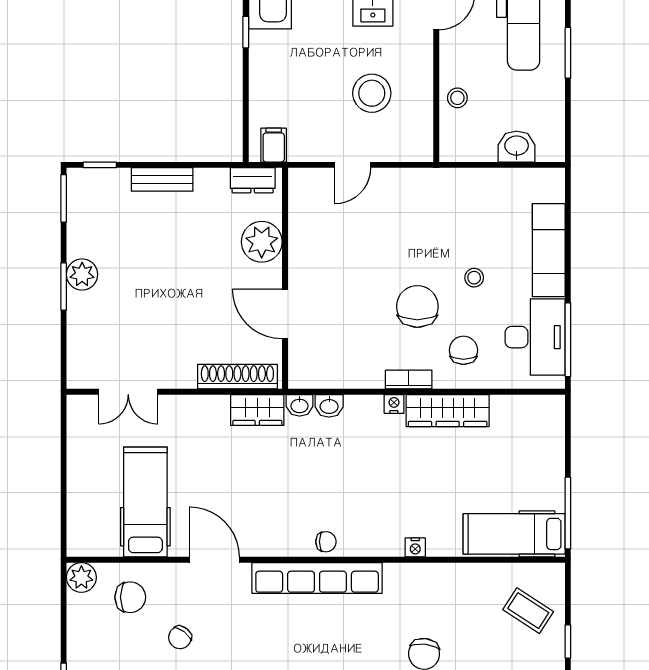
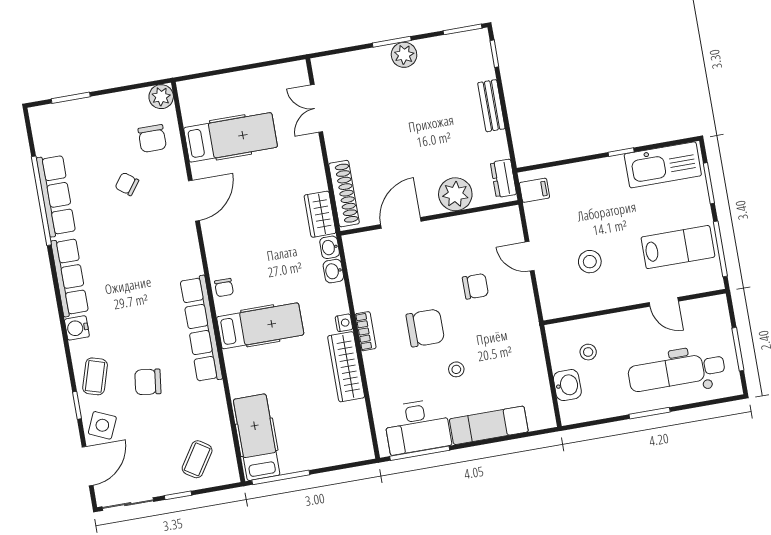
stool: (372, 93) -> (590, 262), width x0.73, depth x0.73
stool: (457, 98) -> (588, 352), moved
chair: (463, 350) -> (475, 286), moved
hospital bed: (380, 506) -> (260, 326), added
nightstand: (415, 547) -> (232, 360), removed
row of seats: (317, 578) -> (201, 329), moved

